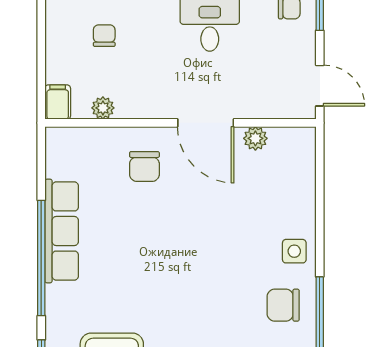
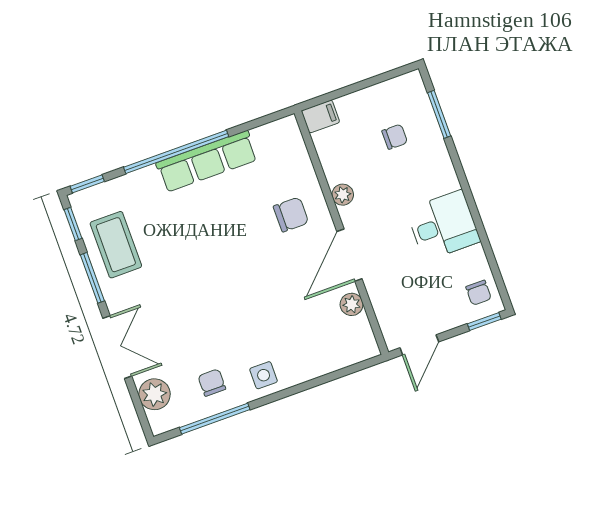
plant: (103, 108) -> (343, 195), moved
chair: (144, 166) -> (291, 214), turned 180
chair: (283, 305) -> (212, 383), width x0.73, depth x0.73

